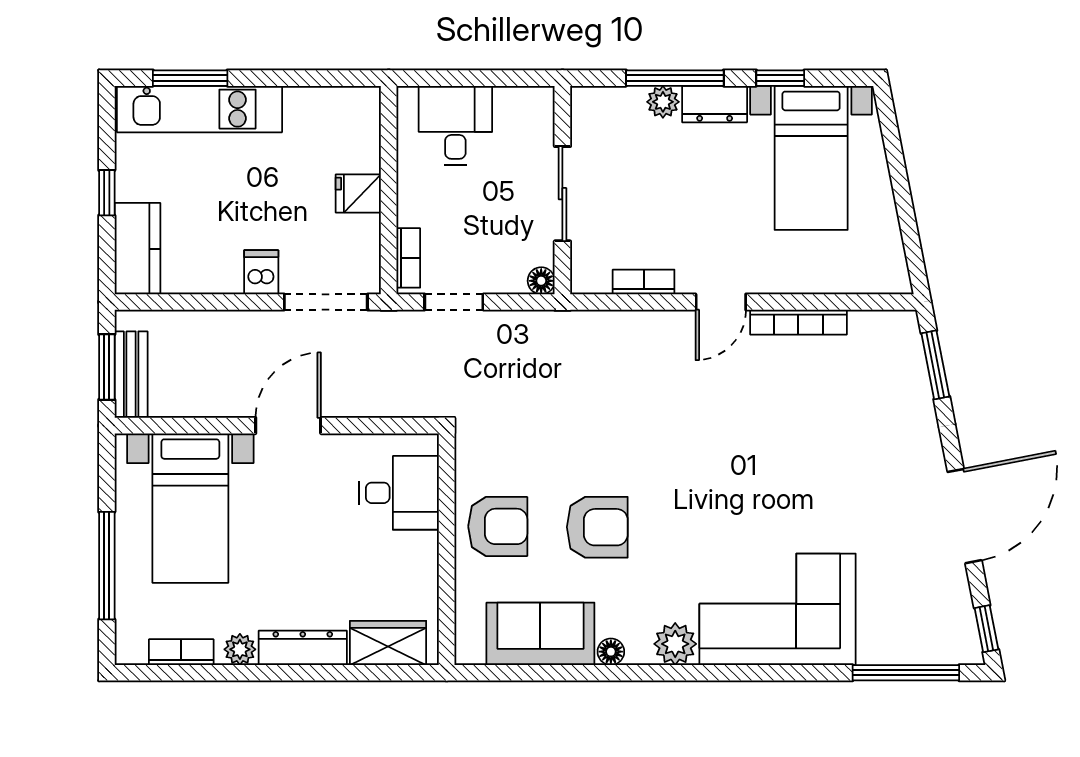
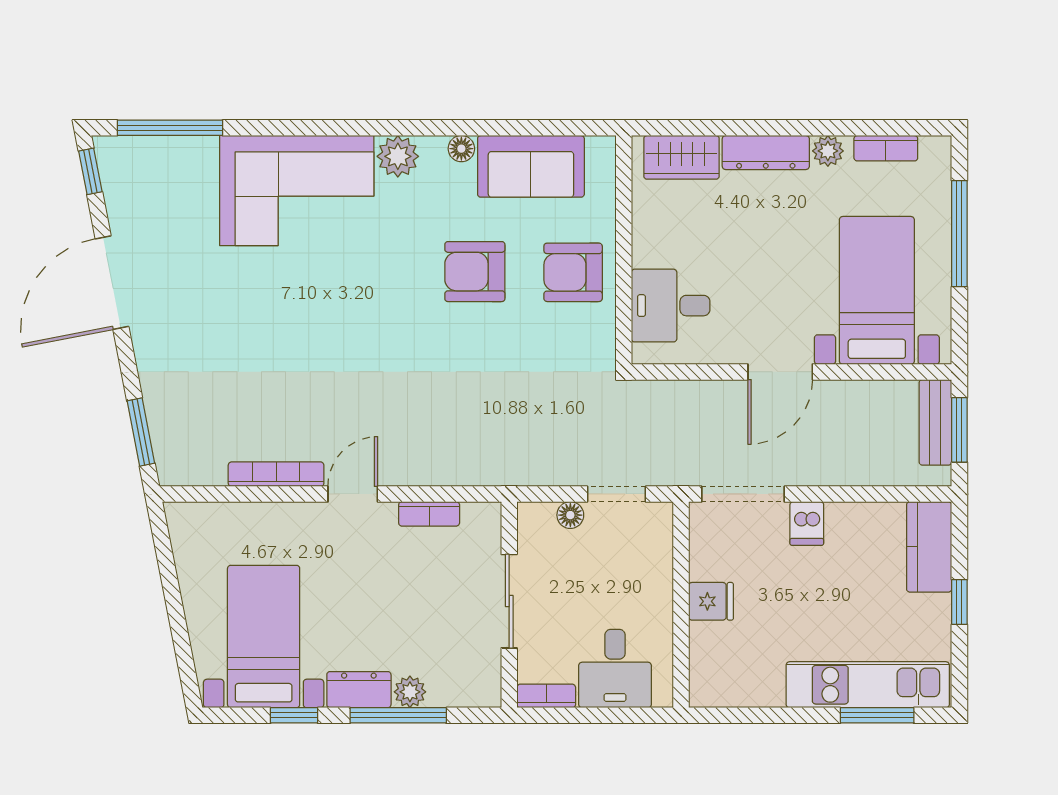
bookcase: (408, 258) -> (546, 696), moved, turned 90
floor lamp: (541, 281) -> (570, 515), moved

